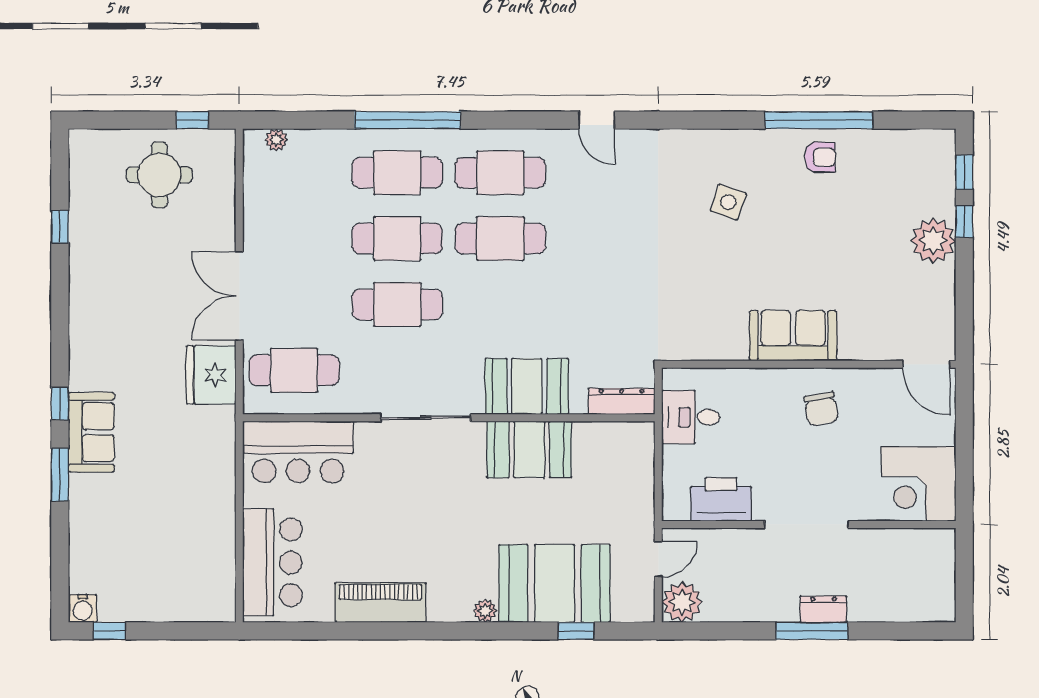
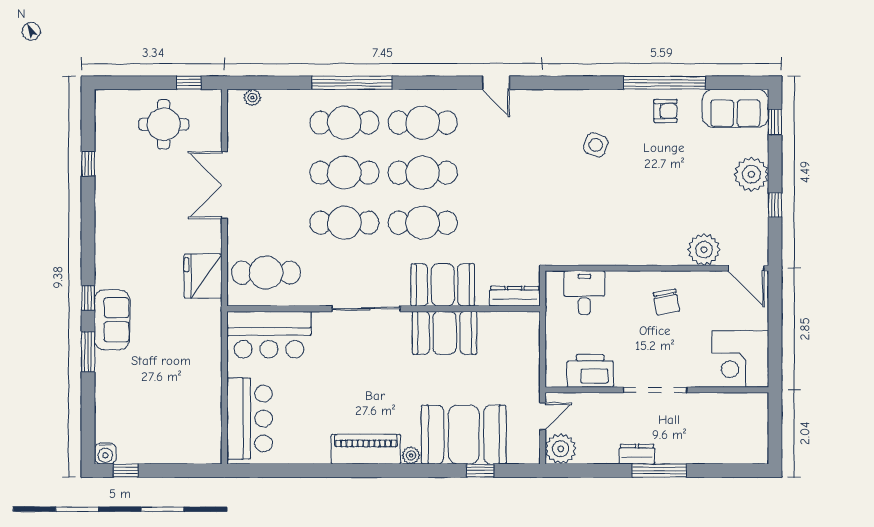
window: (964, 222) -> (775, 205), moved
double door: (239, 296) -> (224, 185), moved
cafe table: (500, 304) -> (423, 223), added
sofa: (793, 336) -> (735, 108), moved, turned 180
plant: (871, 340) -> (704, 250), added
desk: (691, 417) -> (584, 293), moved, turned 90
piano: (380, 603) -> (366, 449), moved
dresser: (823, 609) -> (637, 454), moved

